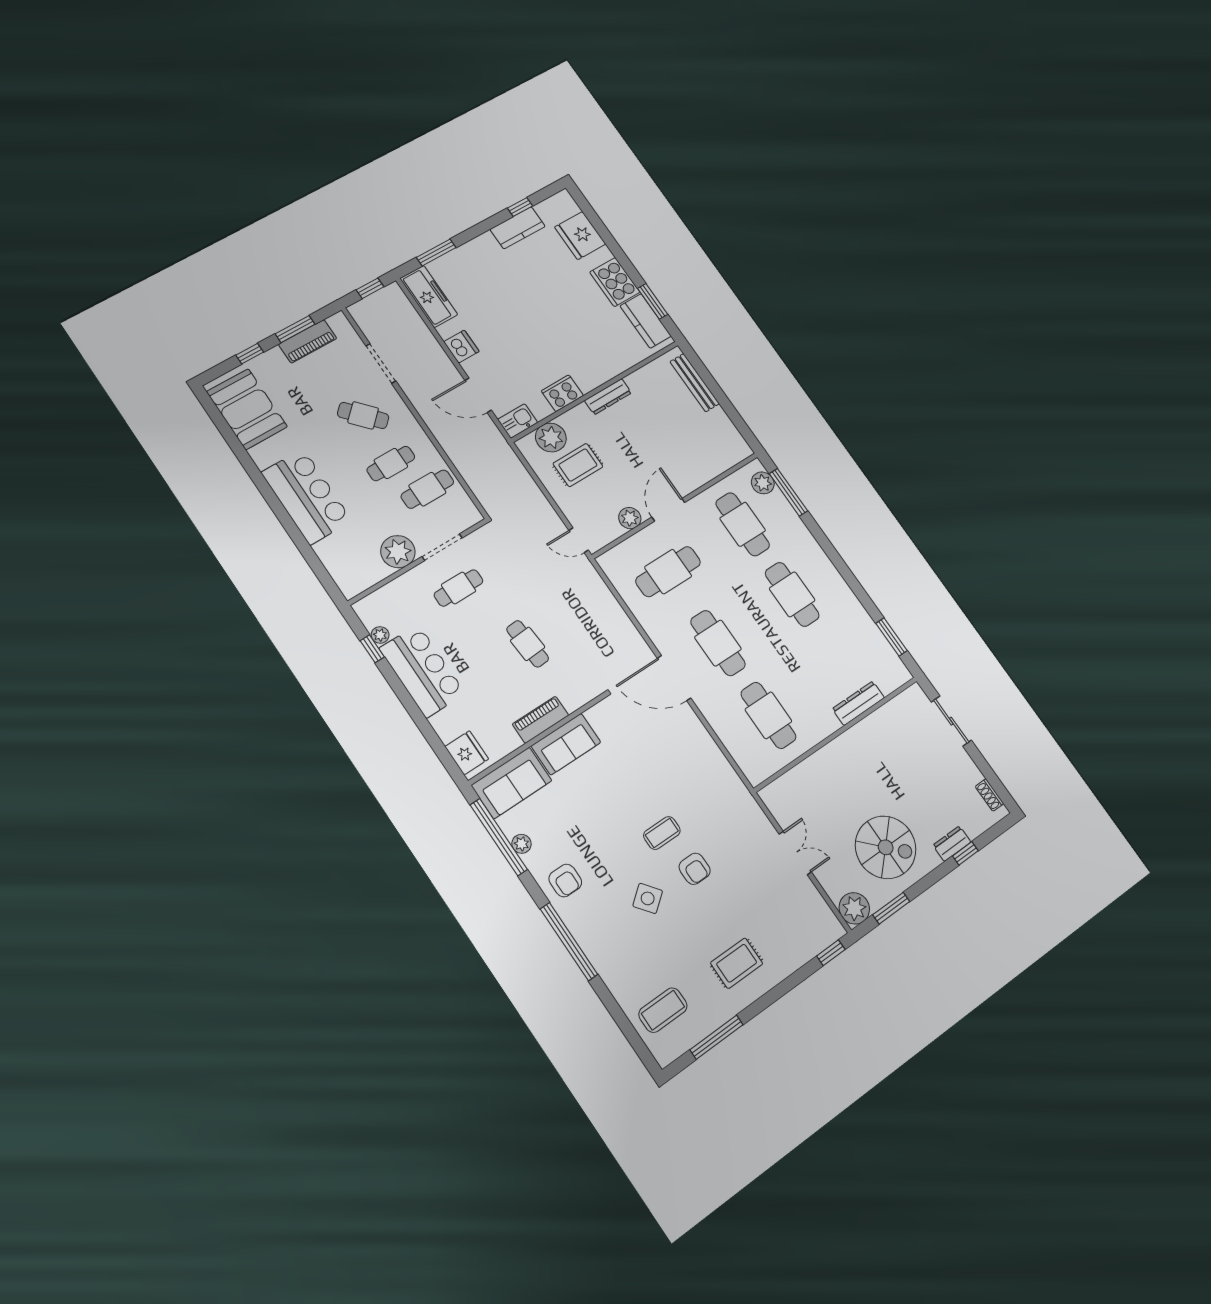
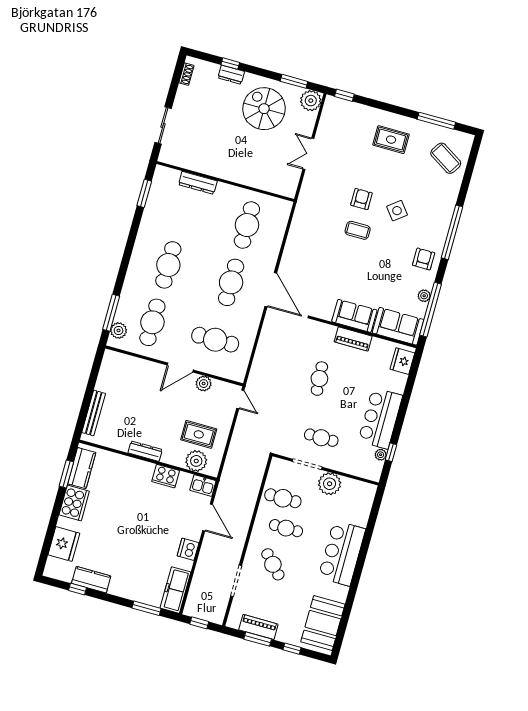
coffee table: (663, 1010) -> (446, 158), turned 32

